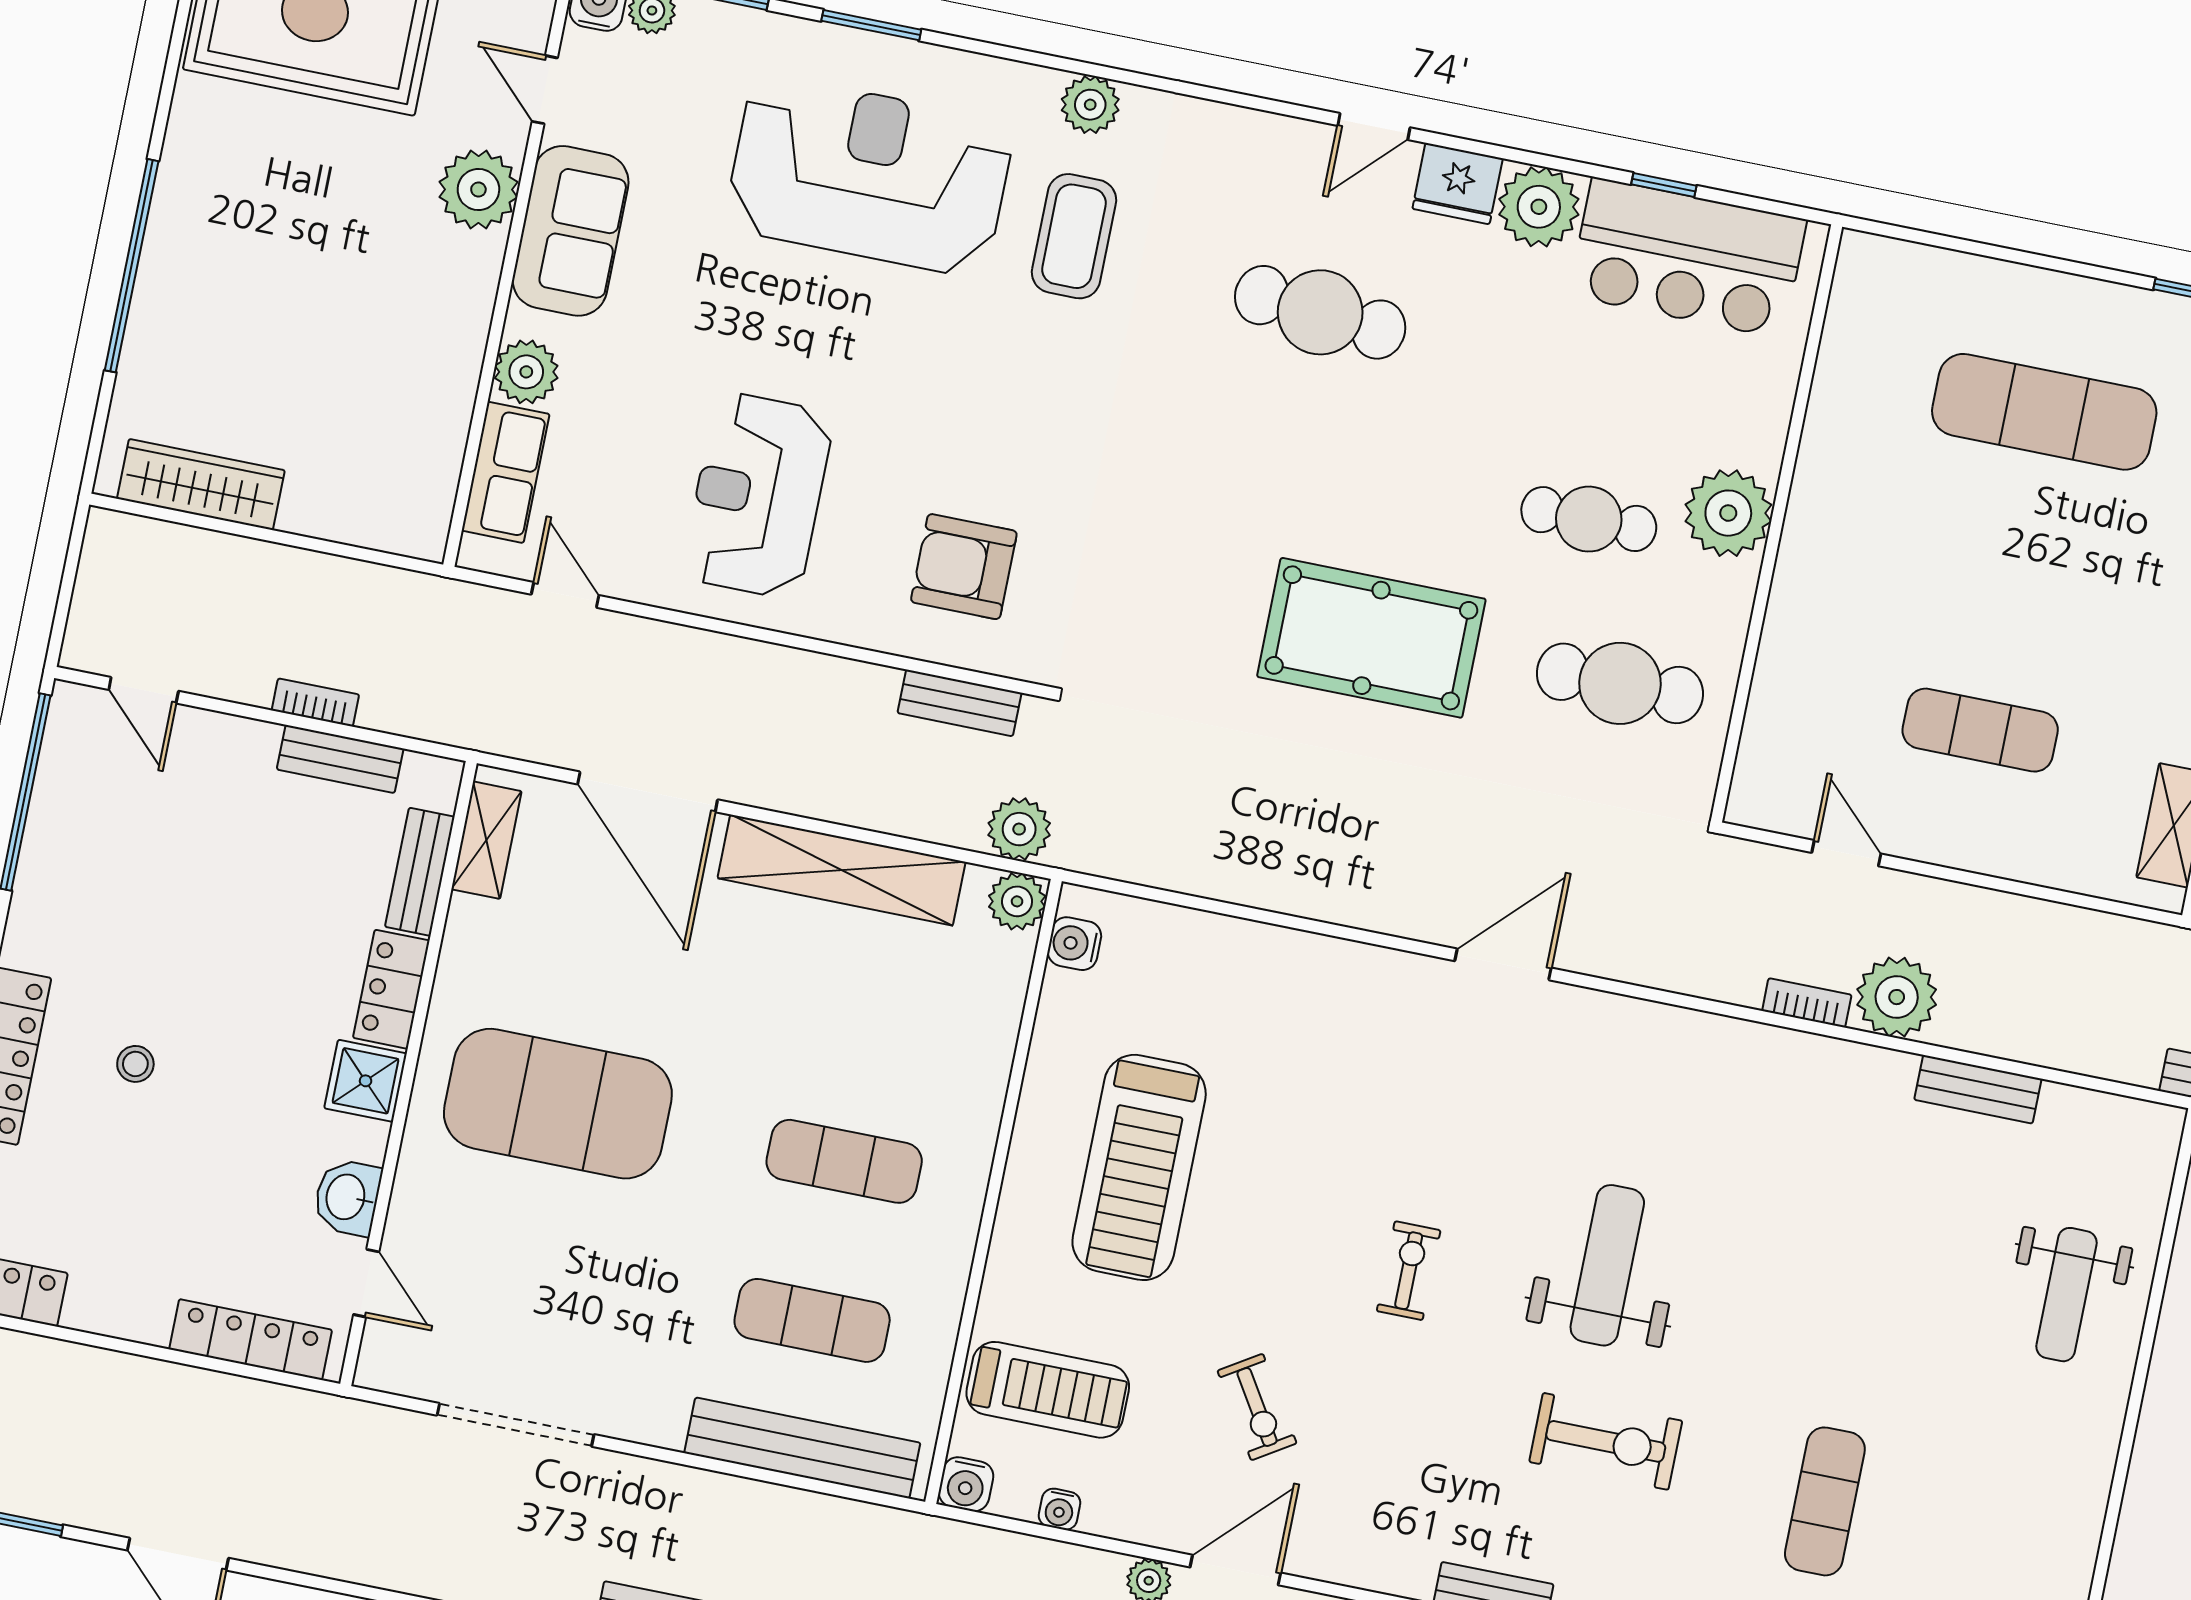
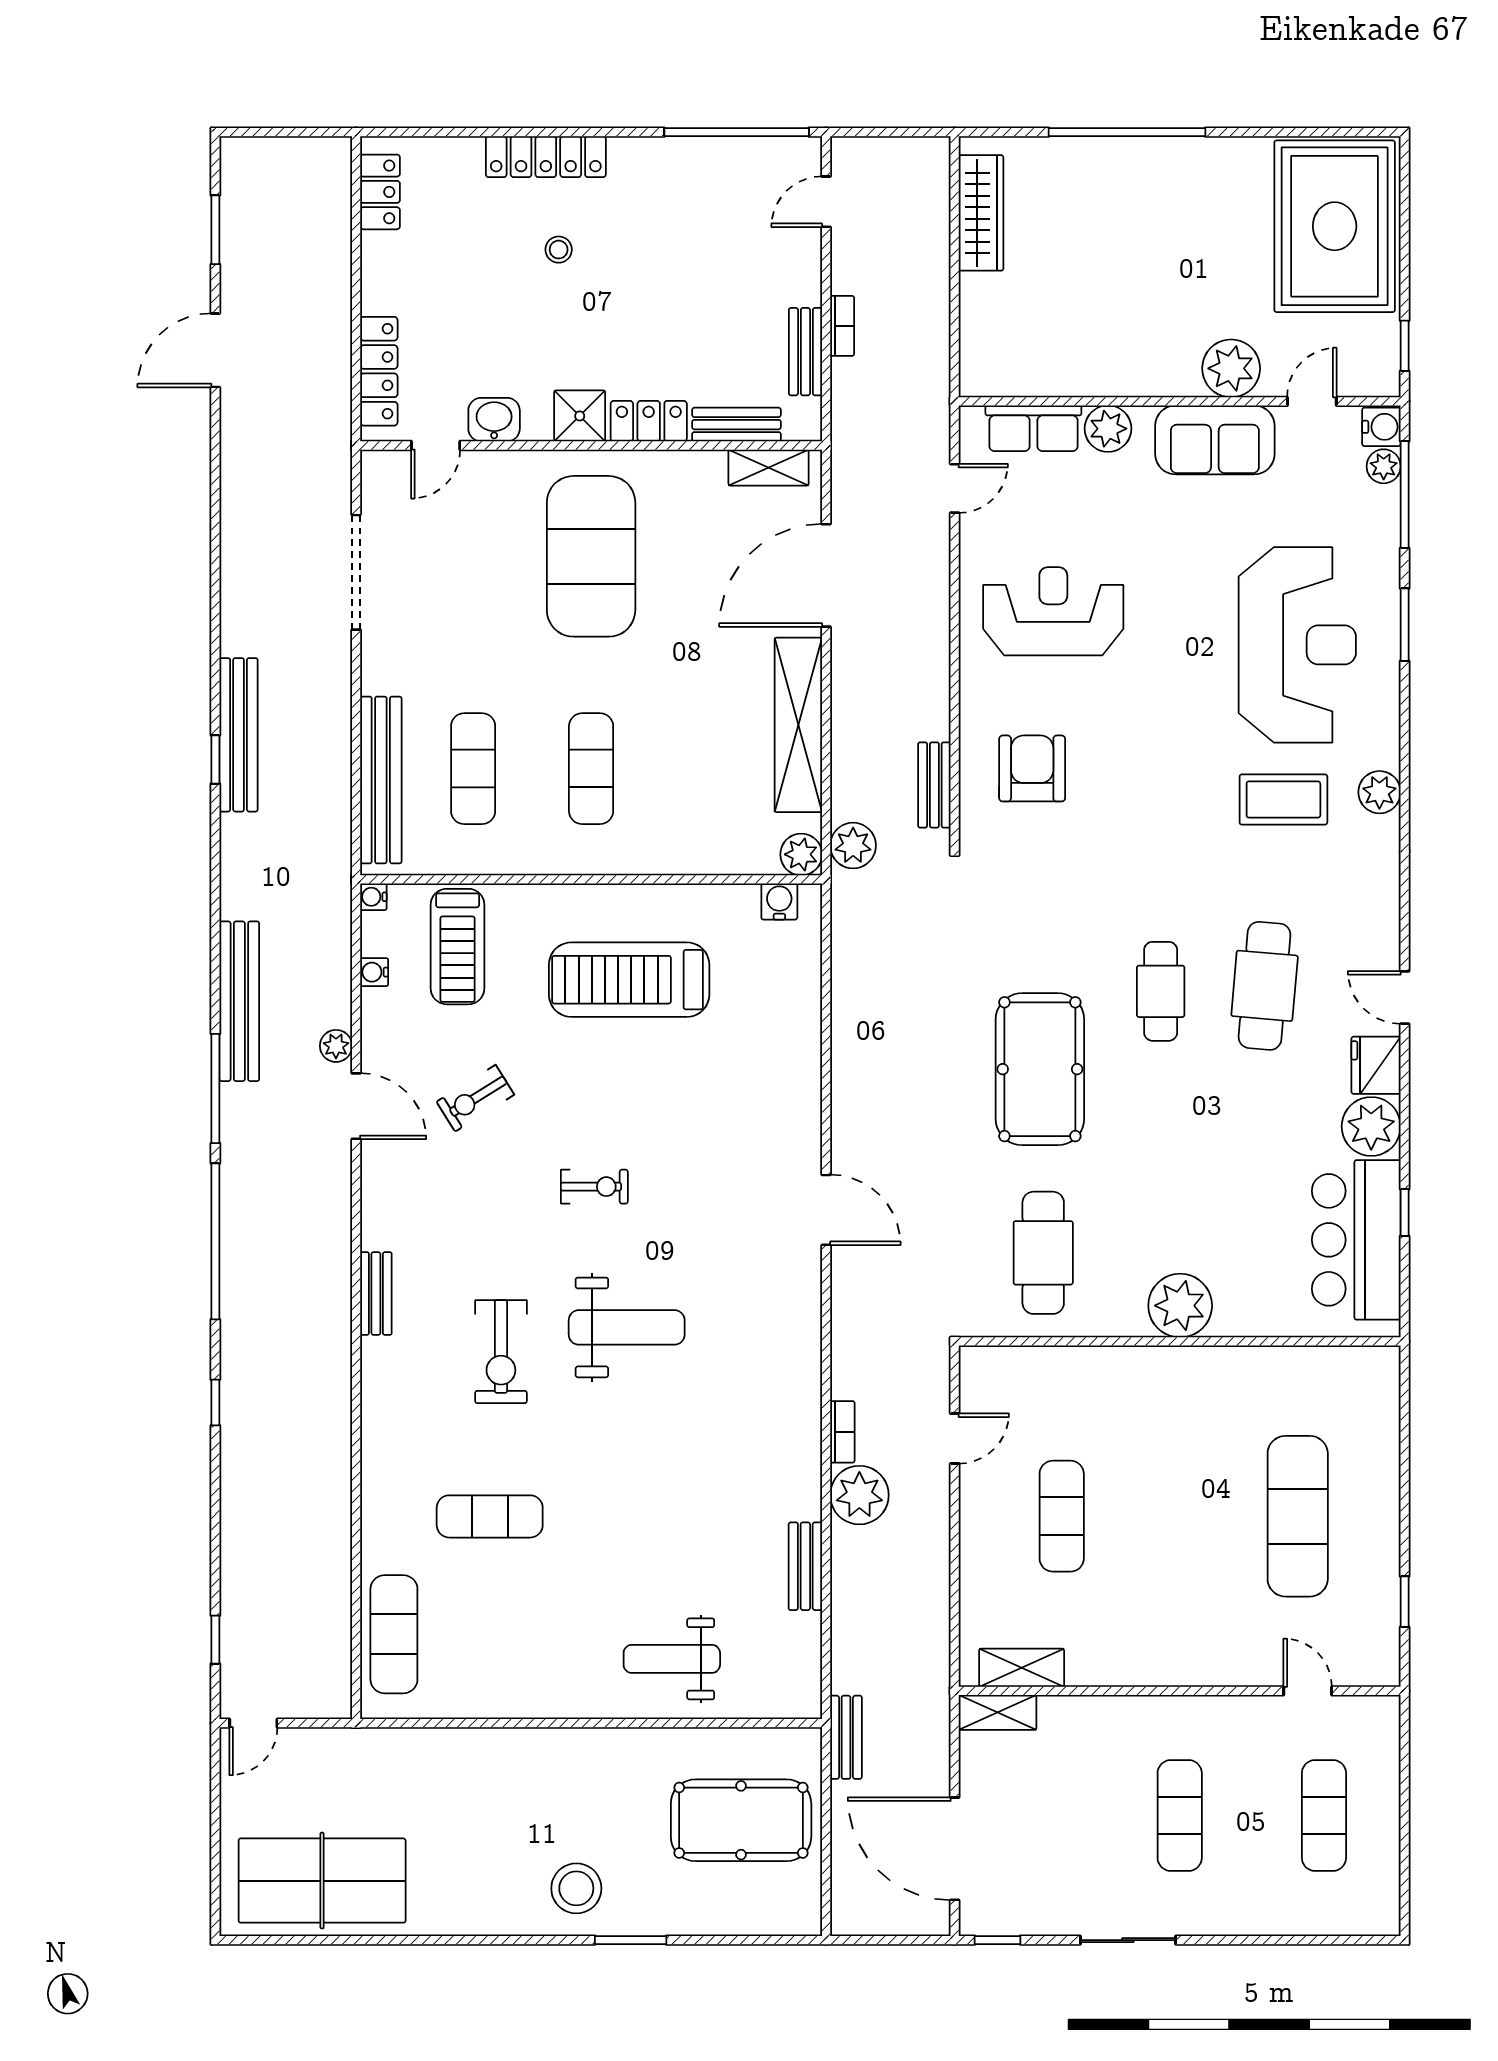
cafe table: (1589, 519) -> (1161, 991), moved
water cooler: (966, 1484) -> (373, 897), width x0.72, depth x0.72

